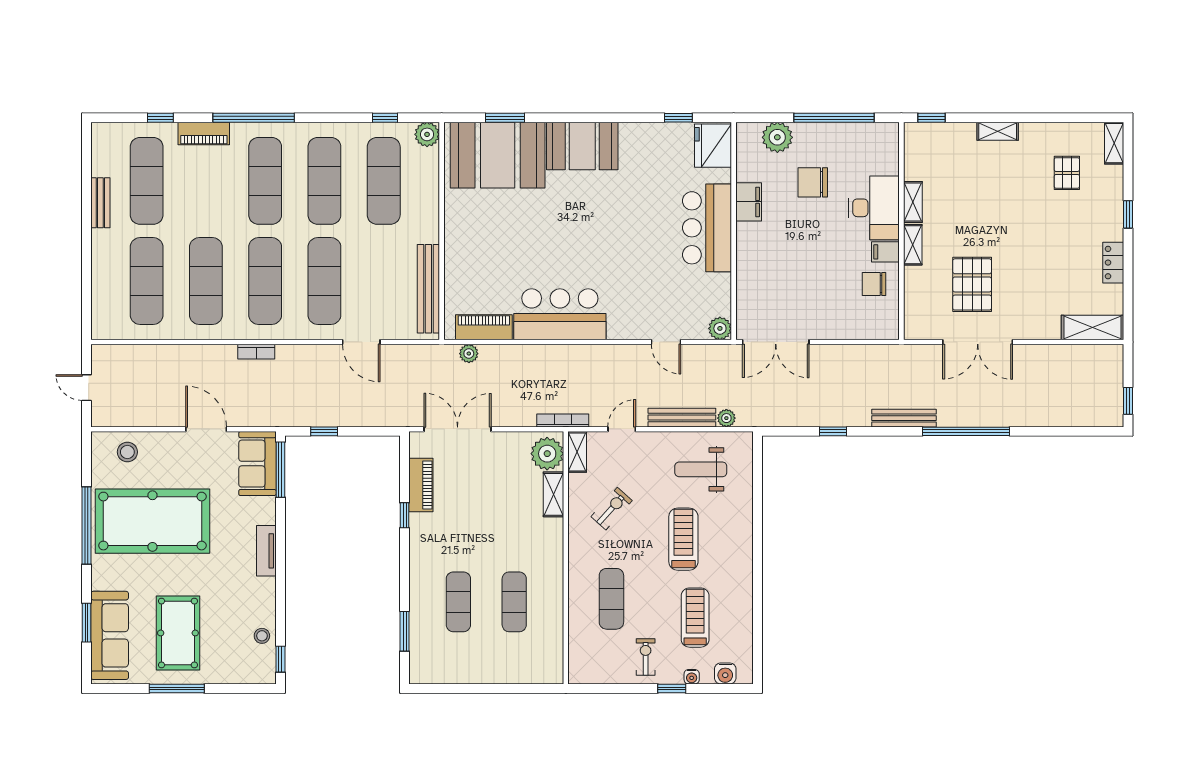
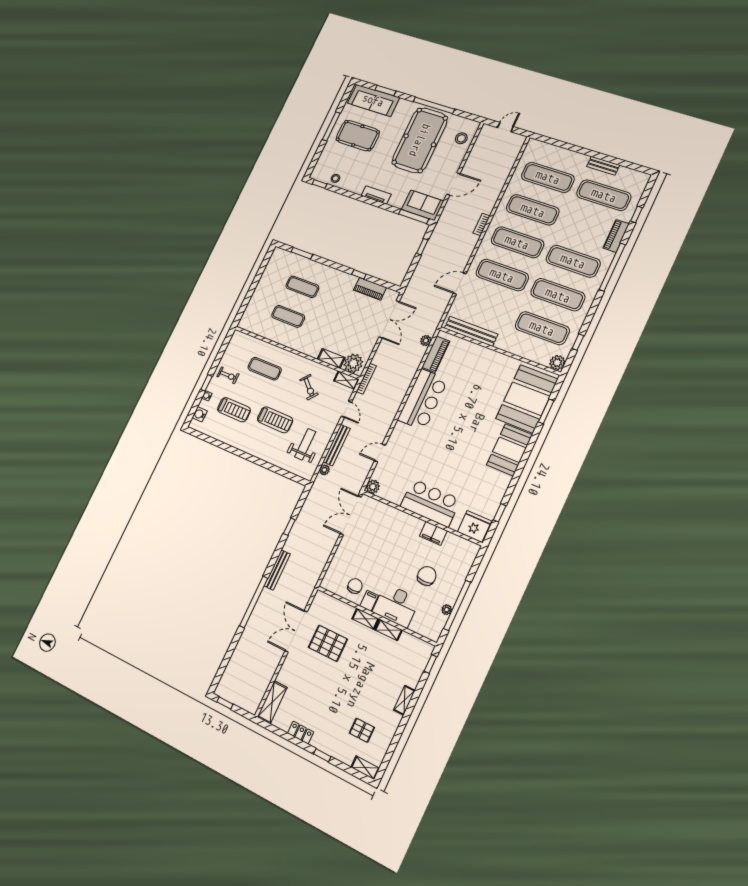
plant: (777, 137) -> (447, 610), moved, width x0.53, depth x0.53

